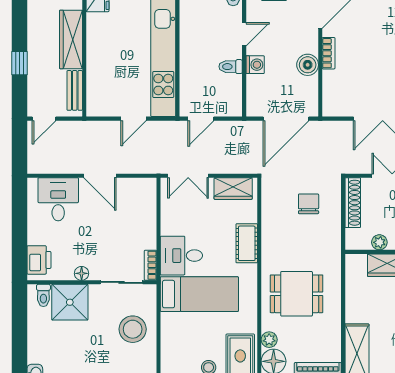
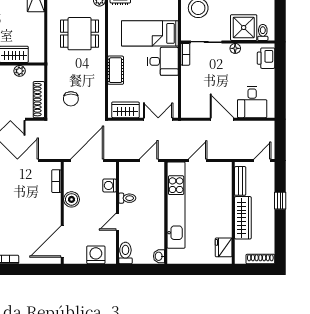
bookcase: (329, 53) -> (56, 181), moved
washing machine: (255, 65) -> (110, 185), moved

